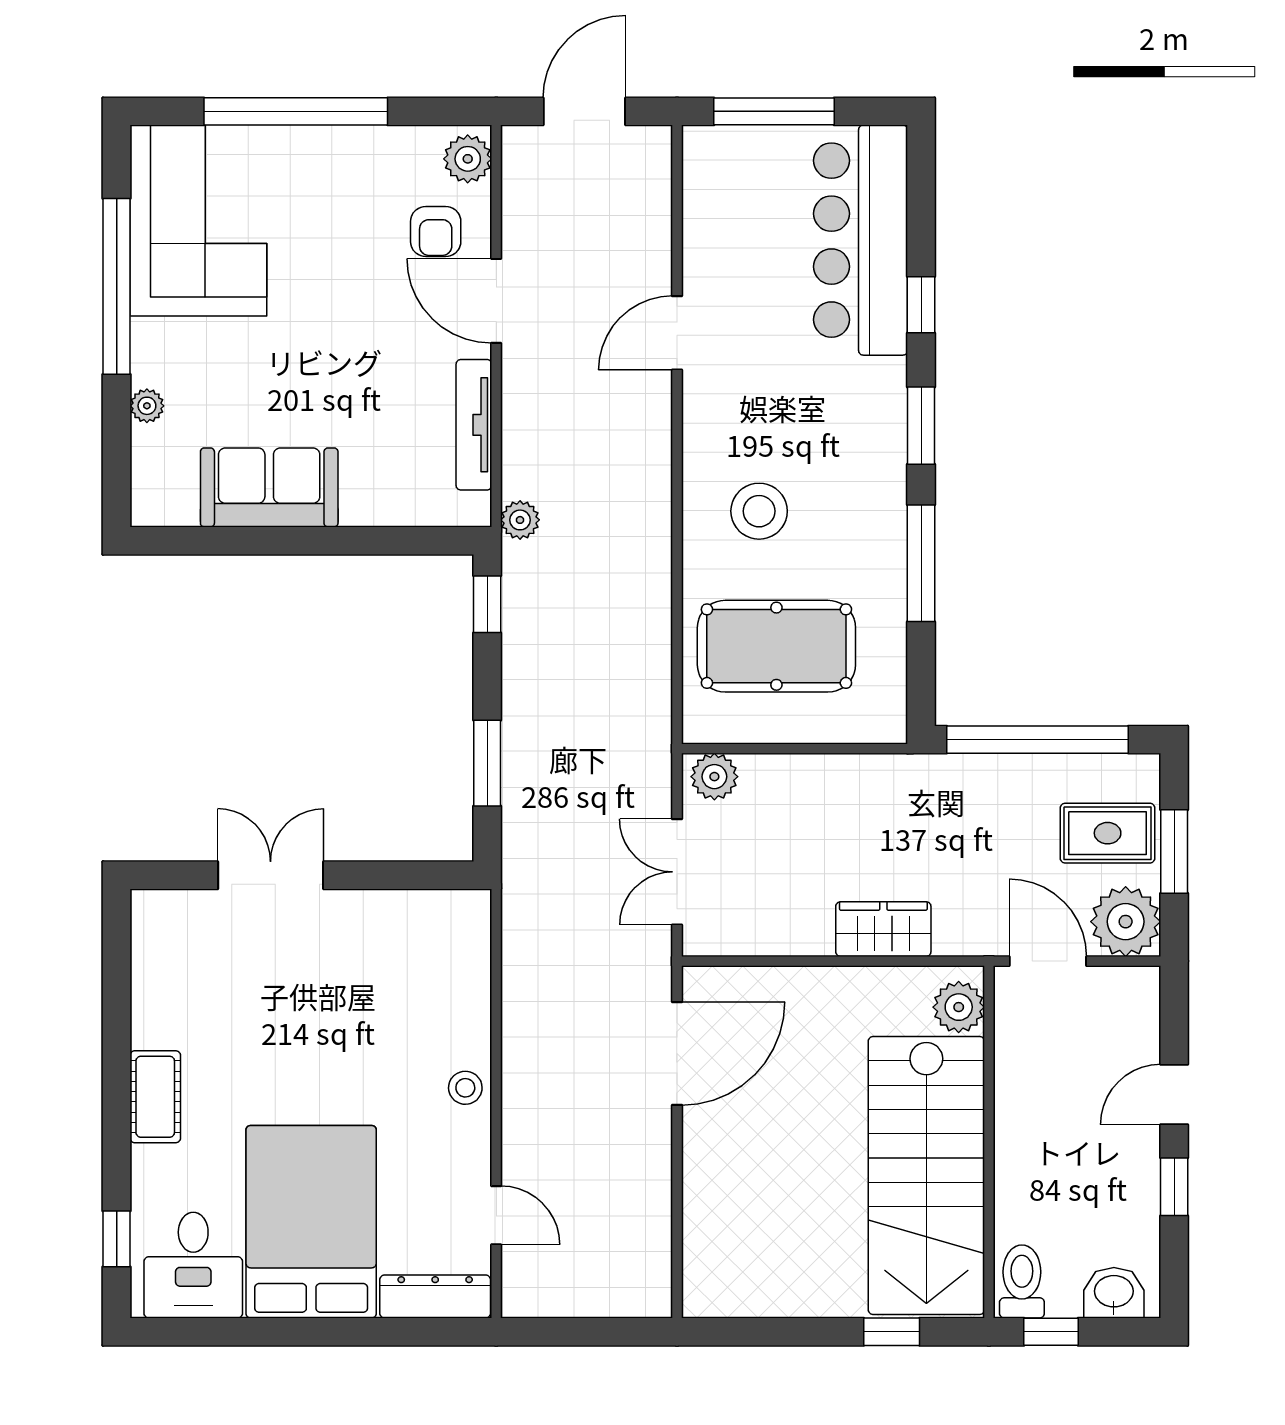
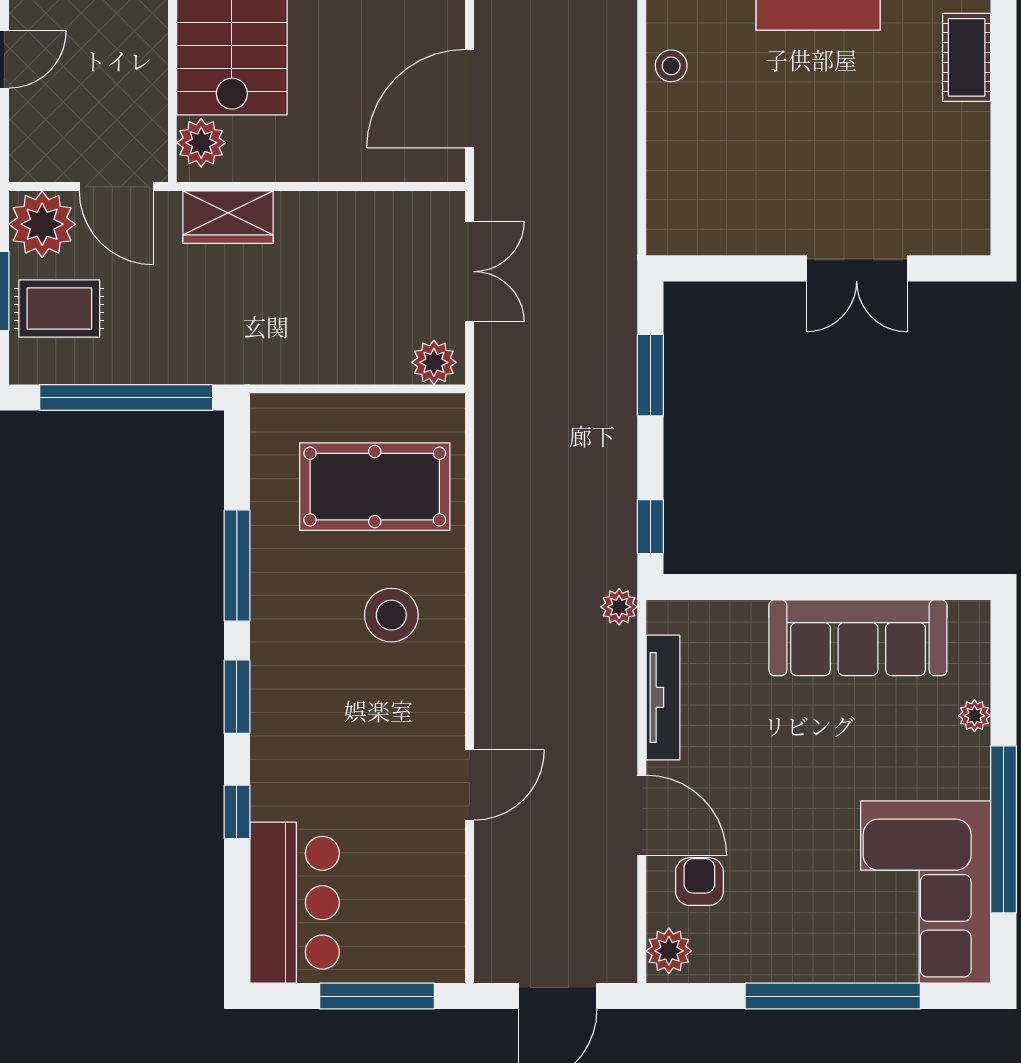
bar counter: (861, 240) -> (295, 903), width x0.73
sofa: (269, 487) -> (858, 638), width x1.36
wardrobe: (883, 929) -> (228, 217), moved

